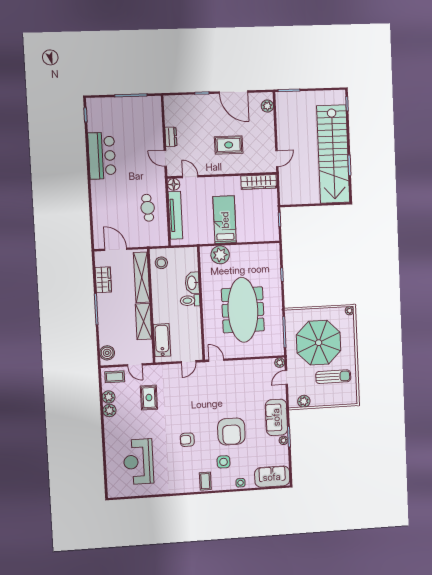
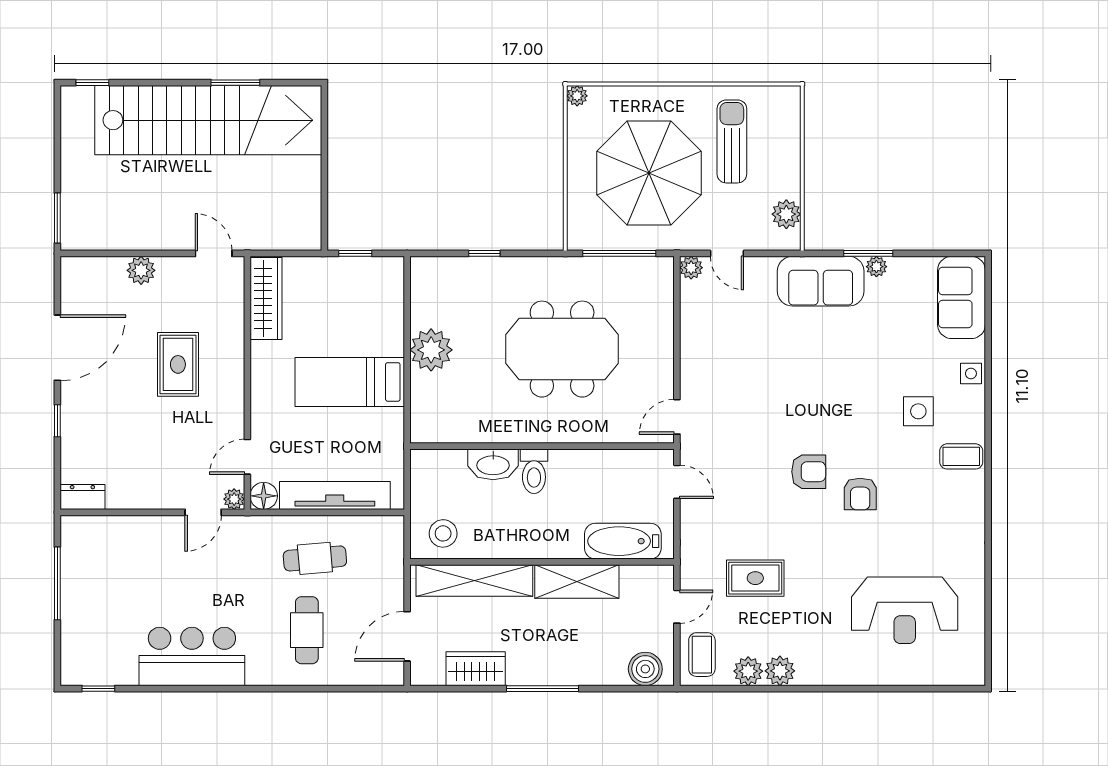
plant: (267, 106) -> (141, 270), moved
dresser: (171, 137) -> (82, 497), moved
plant: (172, 172) -> (234, 499), added
cafe table: (116, 206) -> (307, 630), added
plant: (220, 255) -> (431, 350), moved
meeting table: (243, 310) -> (562, 349), width x0.73
armchair: (231, 431) -> (809, 472), moved, width x0.53, depth x0.53

